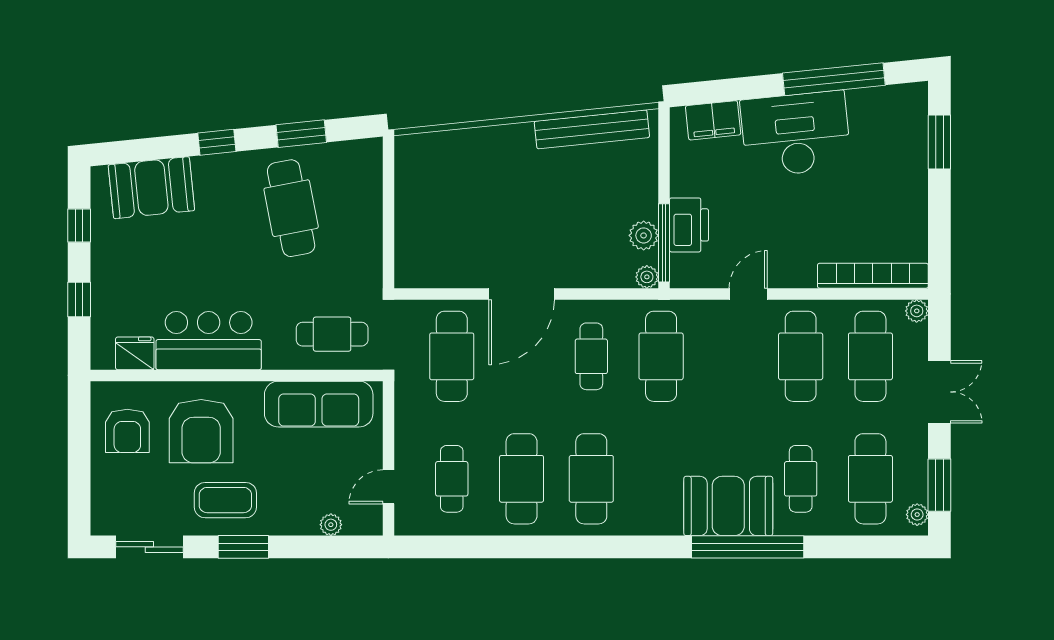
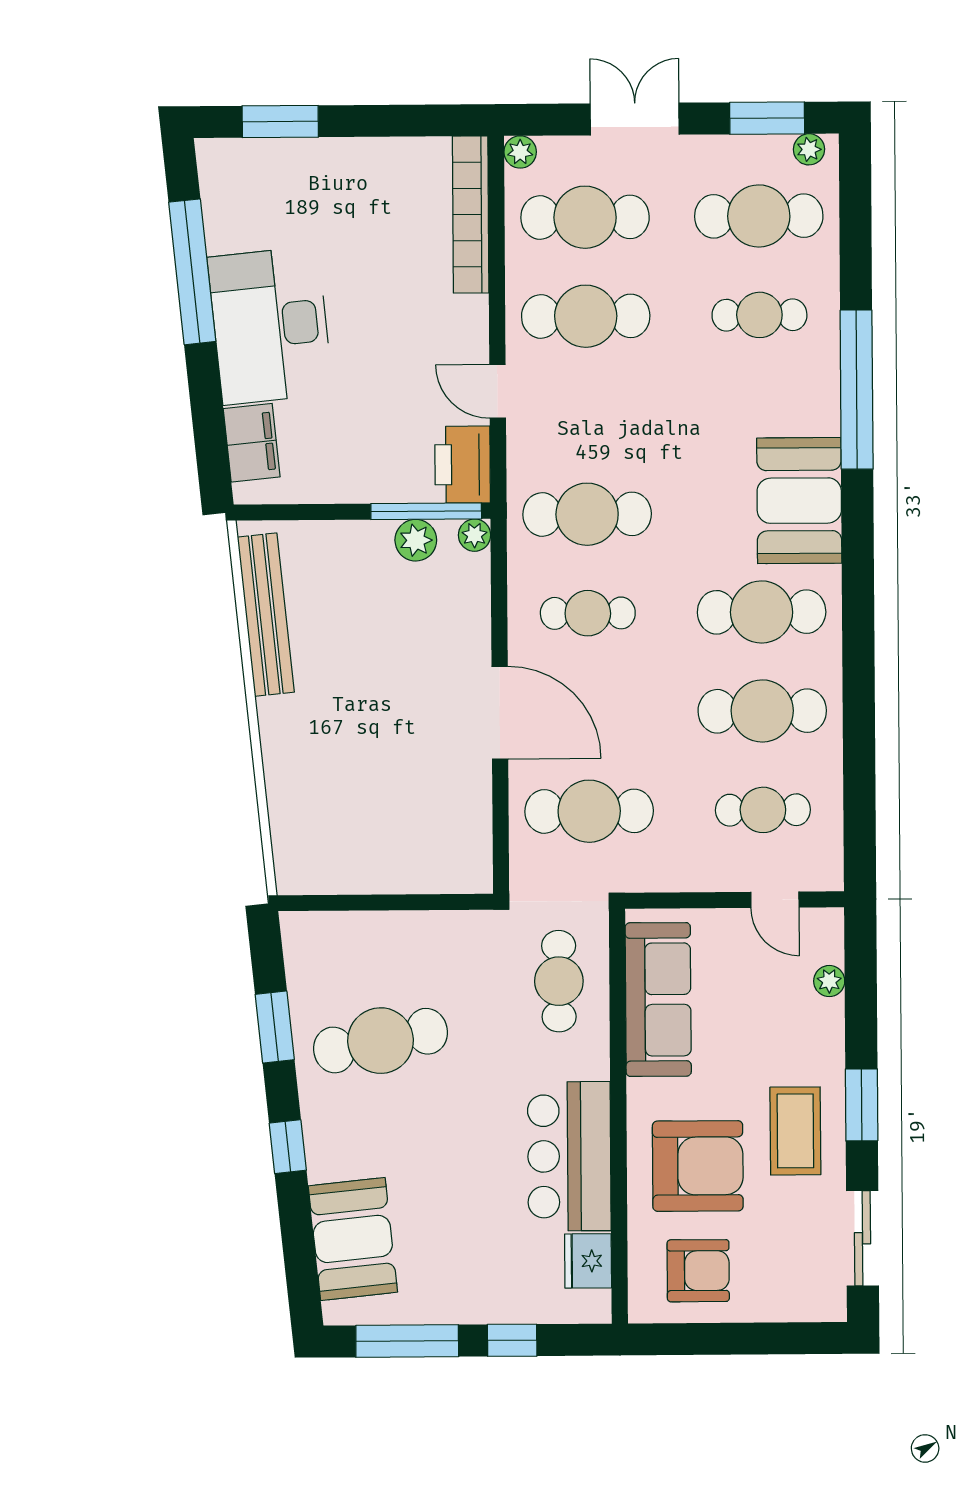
window: (79, 225) -> (407, 1341), width x2.17
printer: (689, 225) -> (463, 465), moved, turned -90
booth: (728, 506) -> (799, 501), moved

